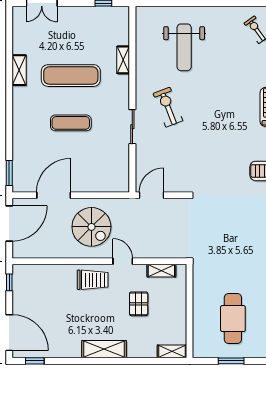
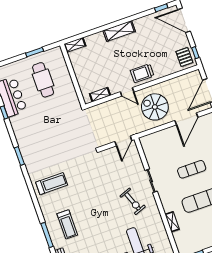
pallet: (139, 304) -> (184, 57), moved

